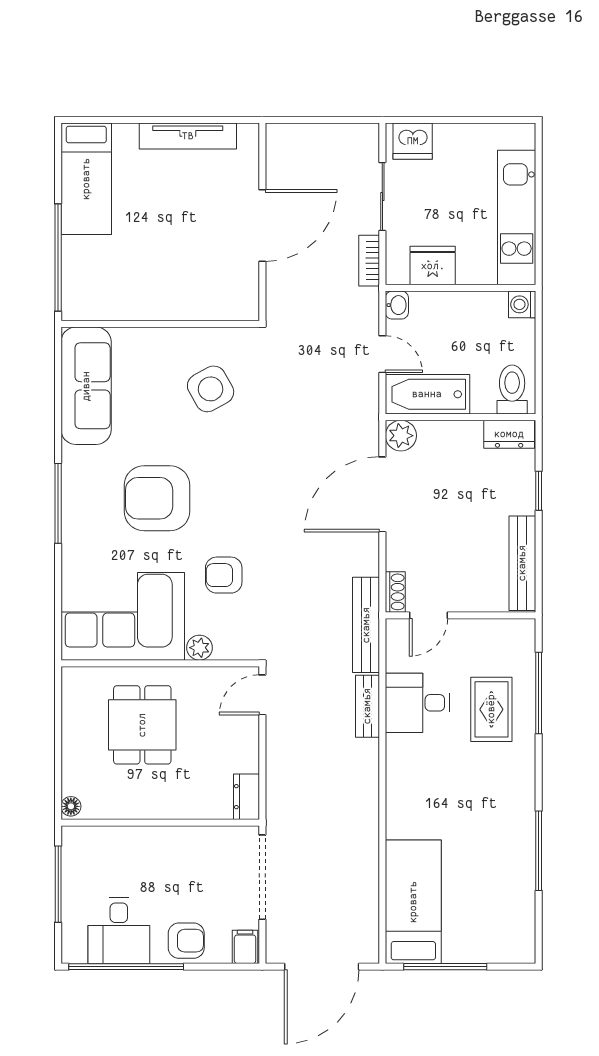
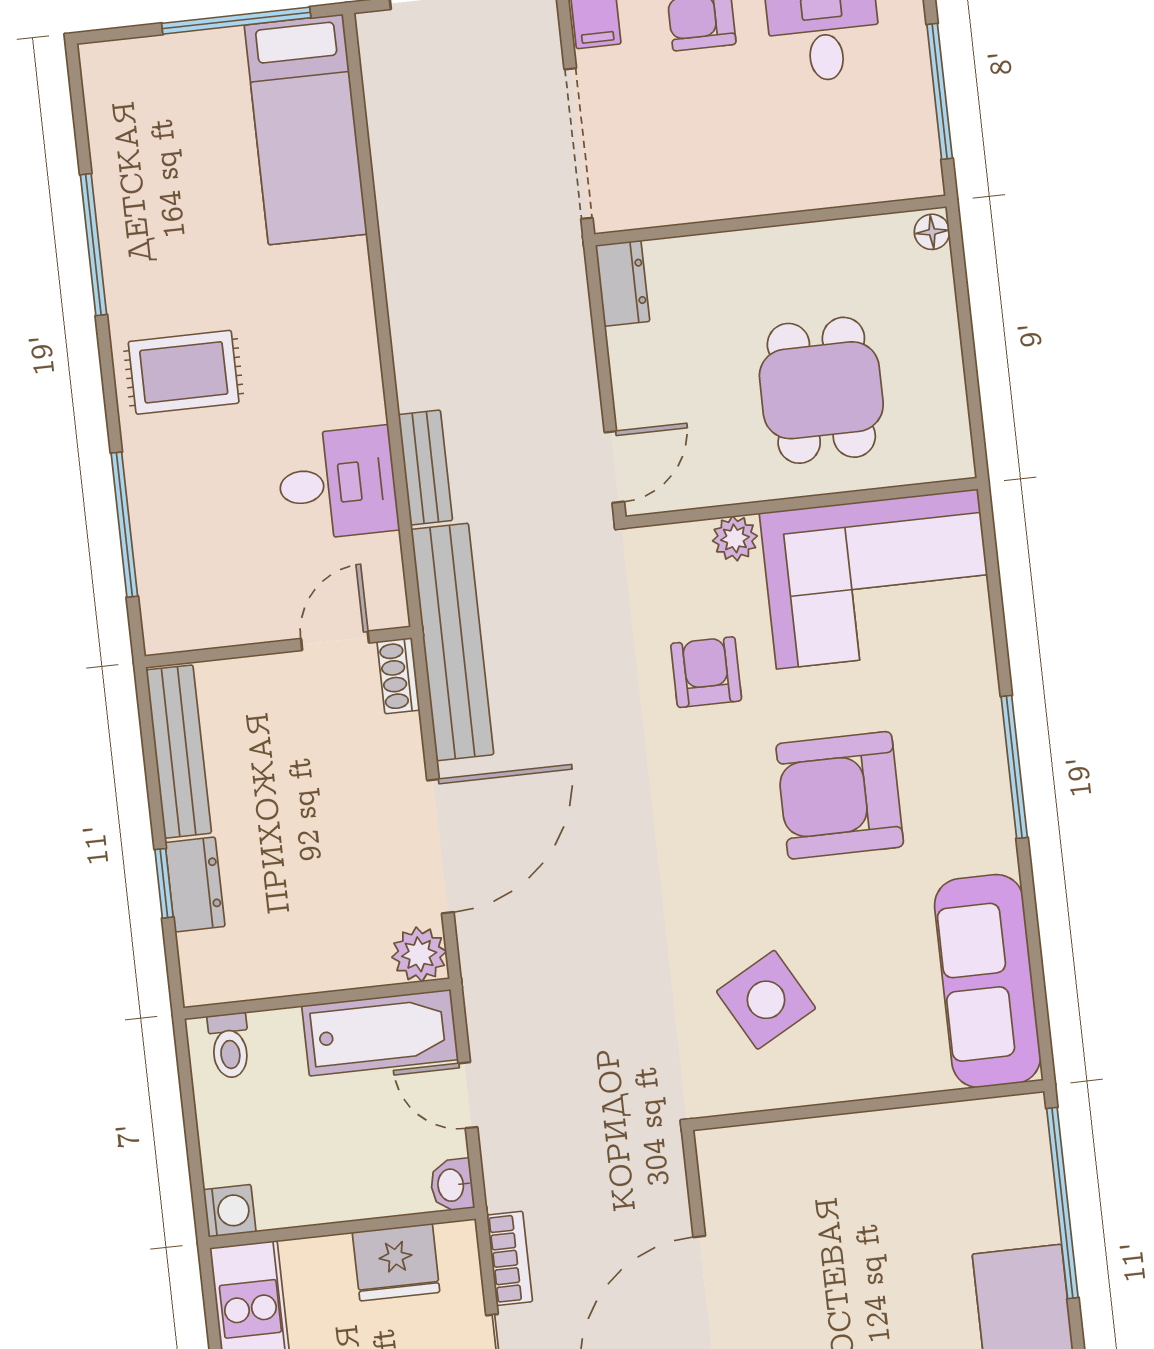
toilet: (512, 390) -> (229, 1046), width x0.73, depth x0.72
dresser: (509, 434) -> (195, 885), moved, turned 90
armchair: (157, 498) -> (840, 795), turned 180
armchair: (224, 575) -> (706, 672), turned -90
bench: (366, 625) -> (452, 642), width x1.37, depth x1.21
rug: (491, 709) -> (184, 372), moved, turned 90

